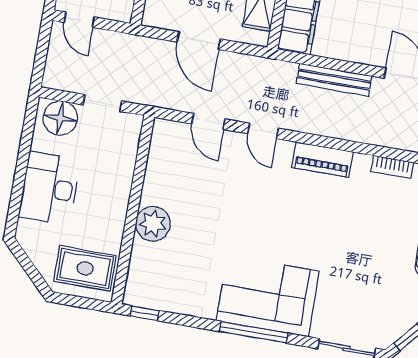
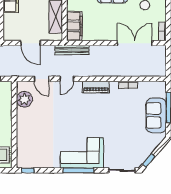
bench: (334, 80) -> (72, 50), moved
door: (263, 131) -> (67, 79), hinge flipped
plant: (153, 224) -> (24, 99), moved

